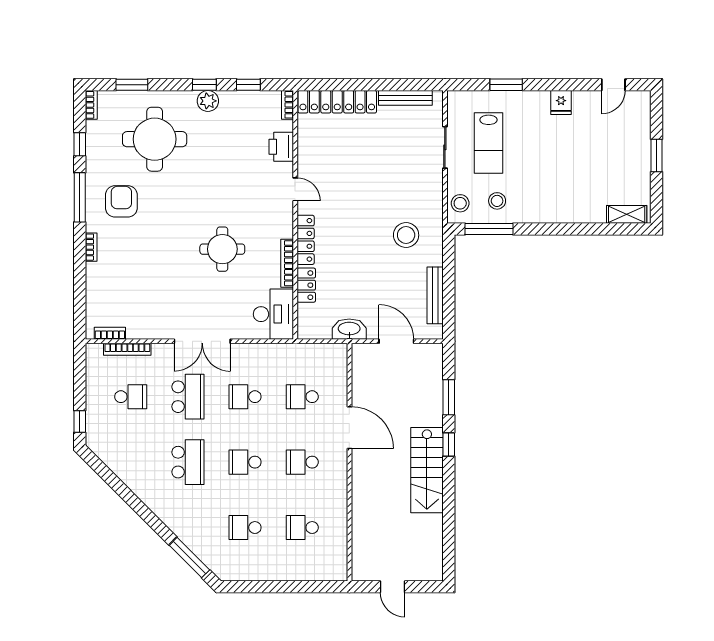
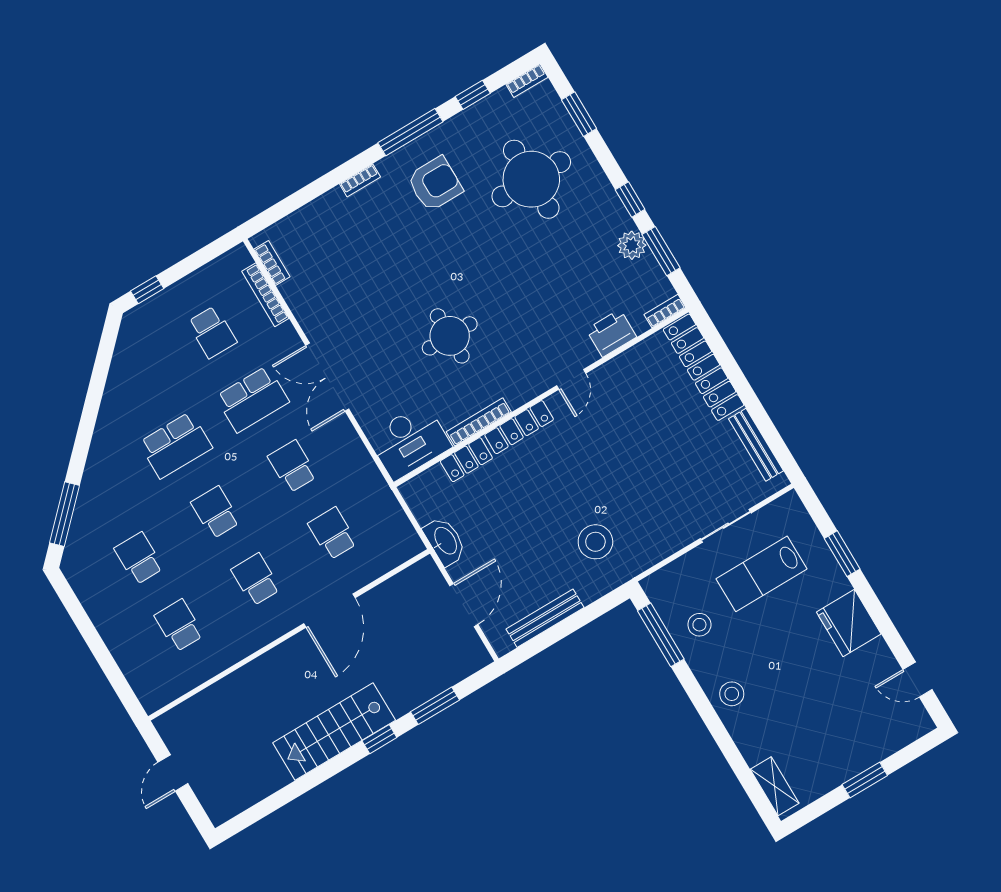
window: (248, 85) -> (661, 251), width x1.50
plant: (208, 101) -> (632, 245), moved
fridge: (561, 103) -> (849, 623), width x1.88, depth x1.34
stool: (460, 203) -> (732, 694), moved

